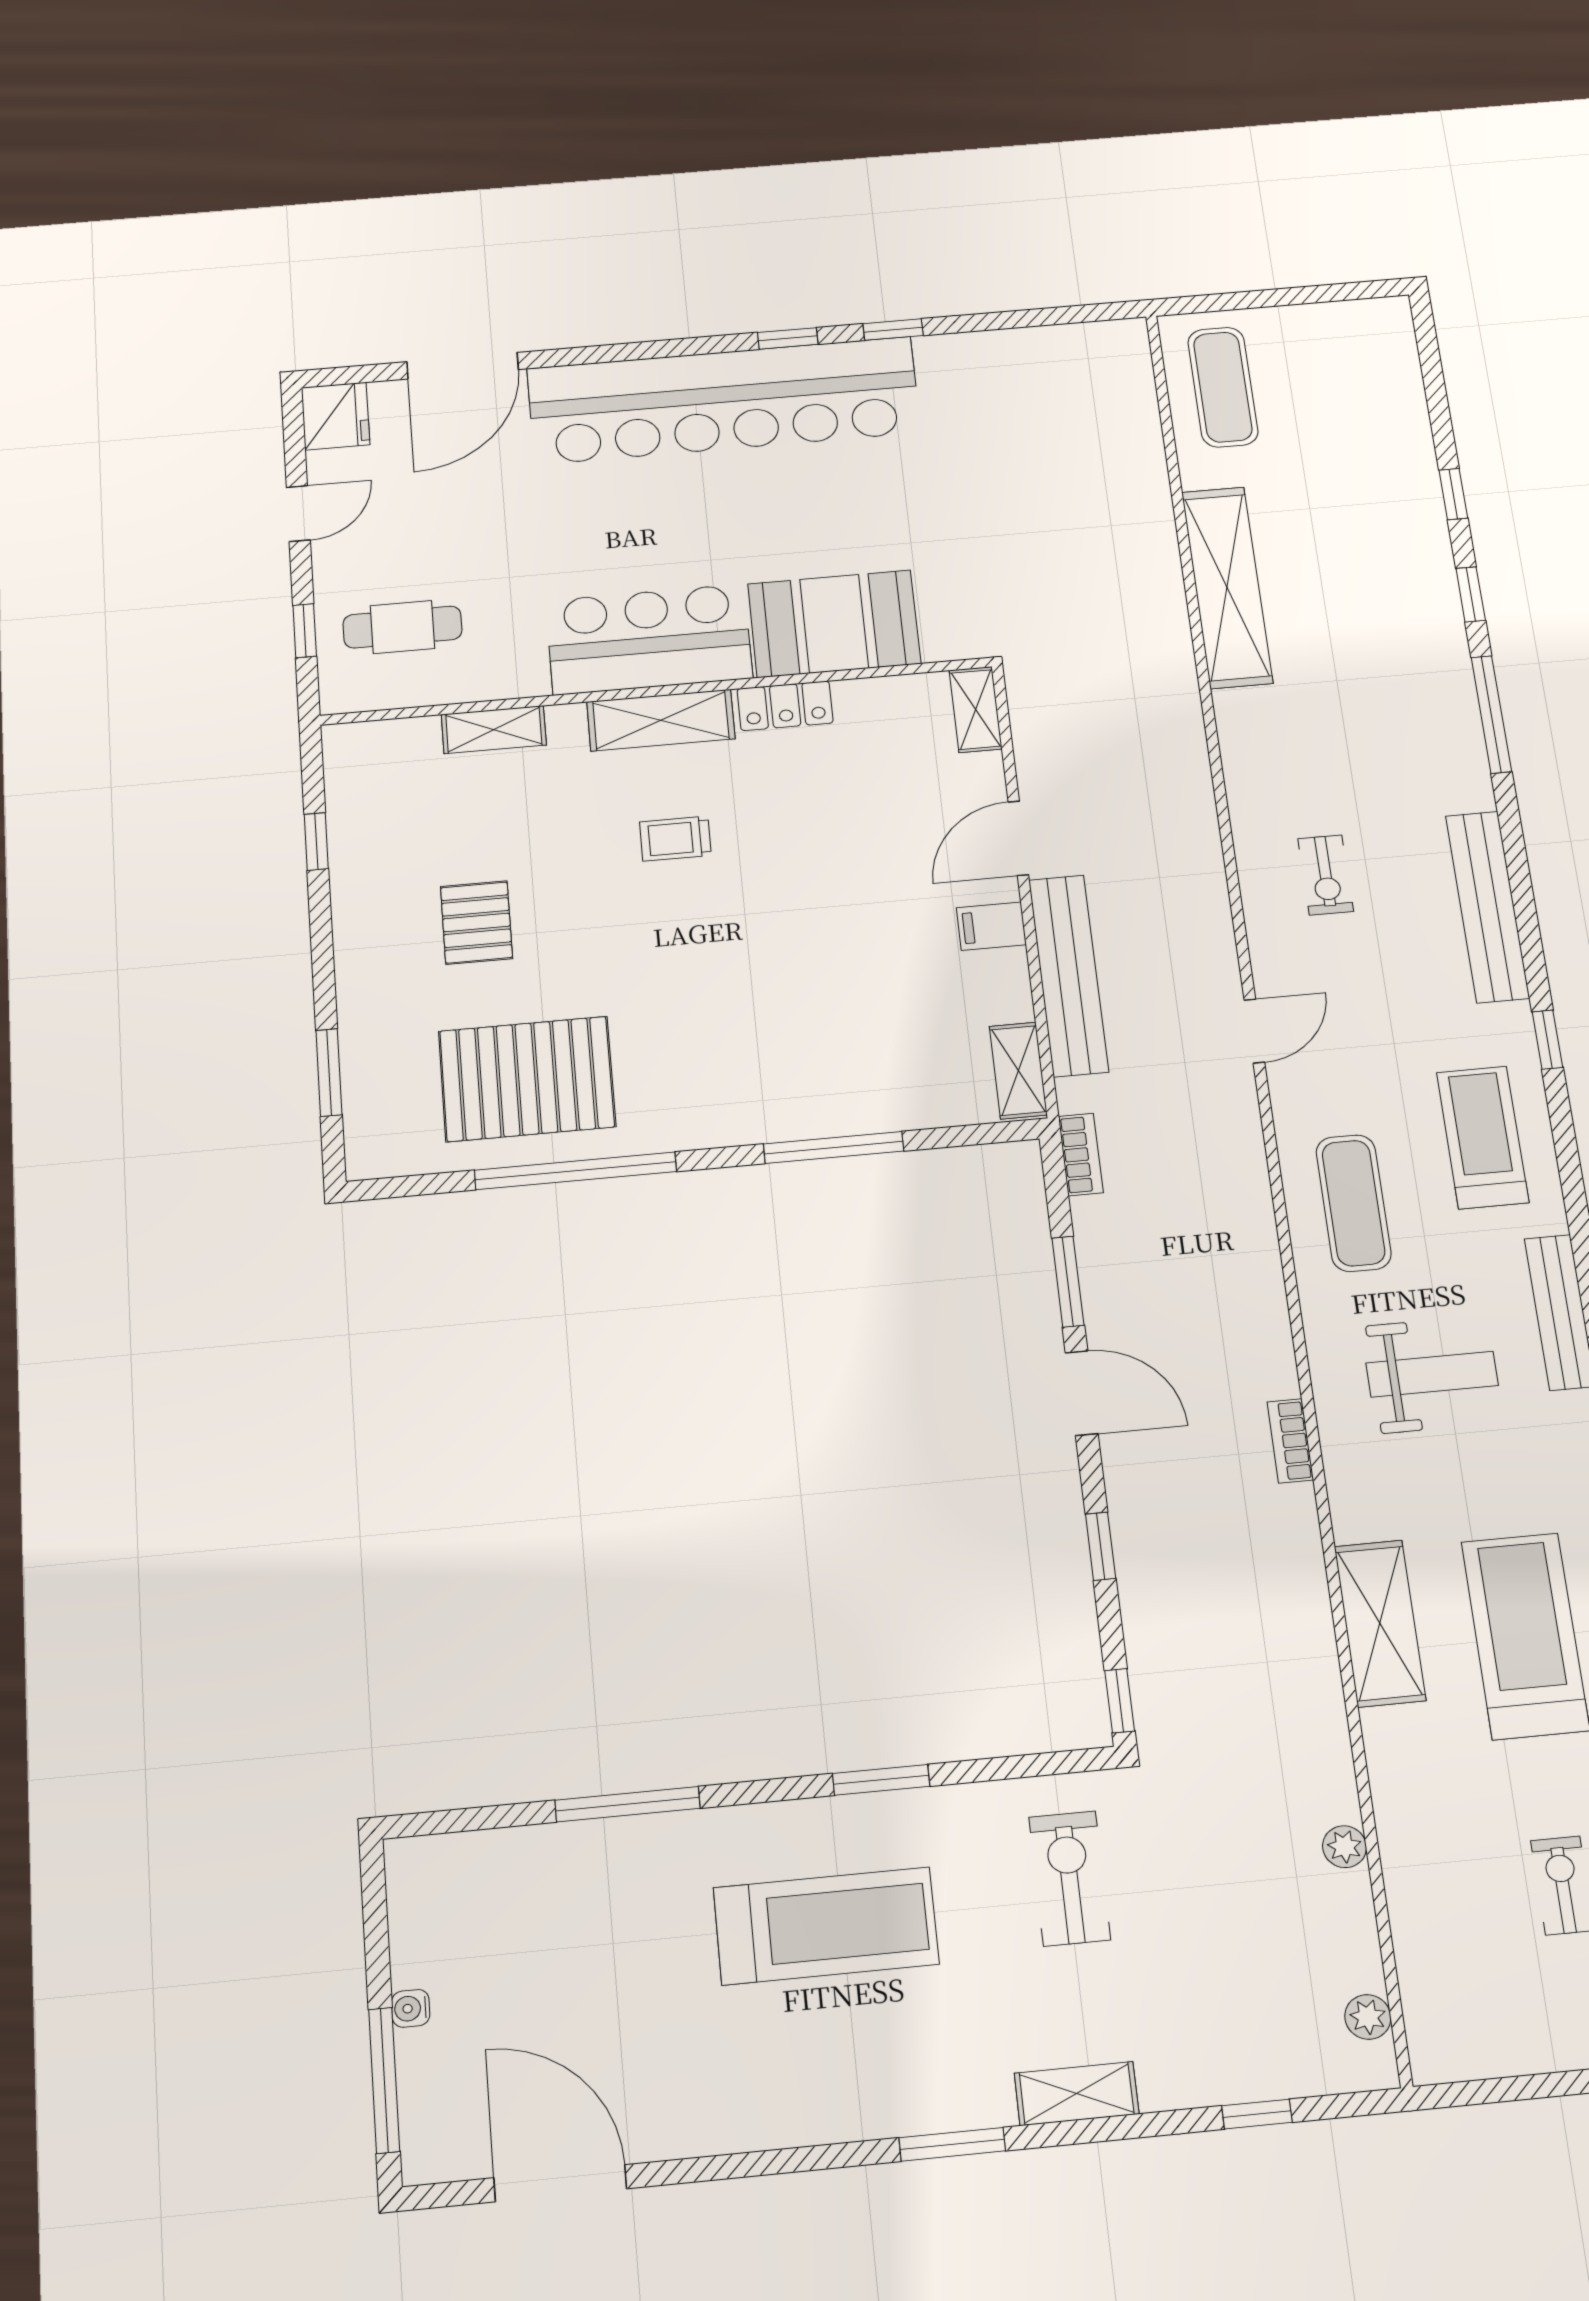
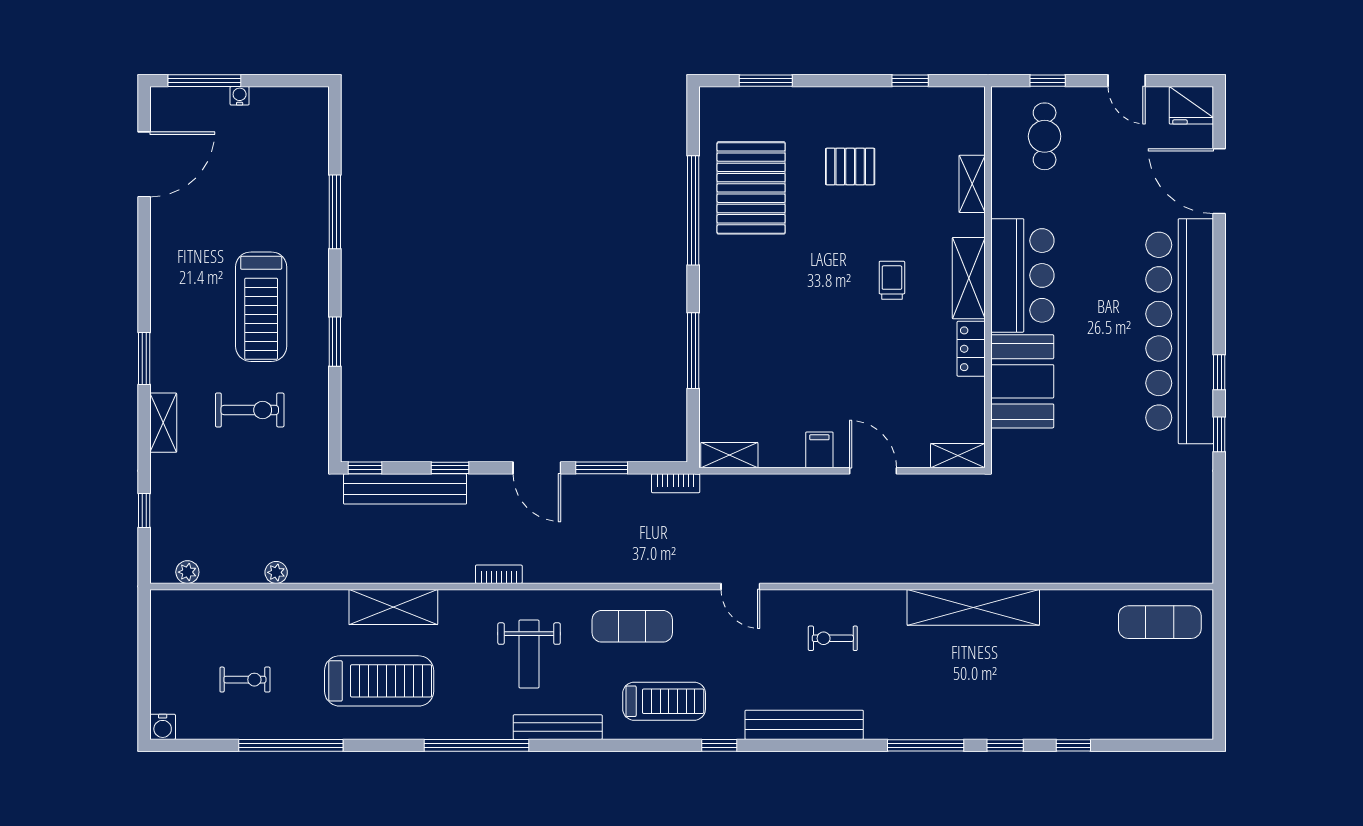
shelving: (1227, 587) -> (973, 607), moved
bench: (1069, 975) -> (405, 489), moved
door: (1082, 1393) -> (537, 468), hinge flipped
exercise bike: (1070, 1878) -> (250, 410), moved

